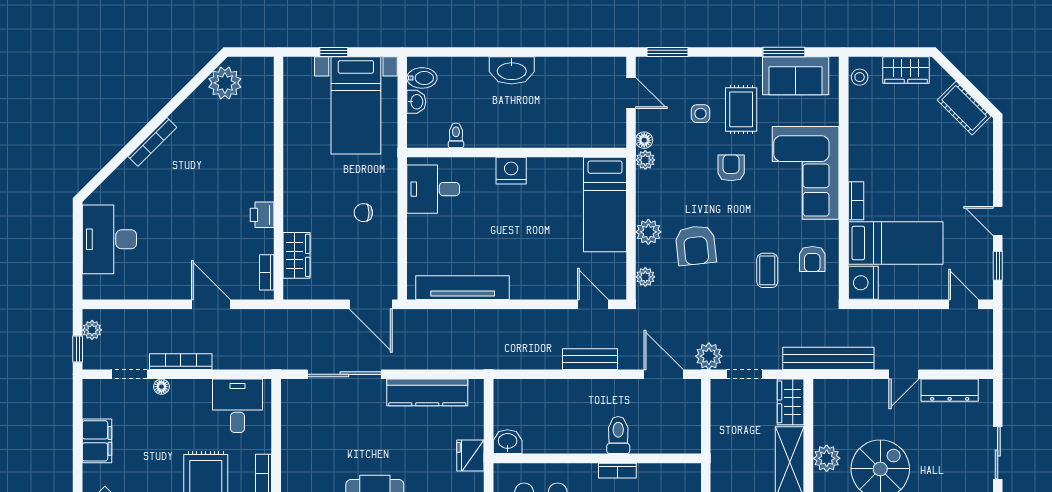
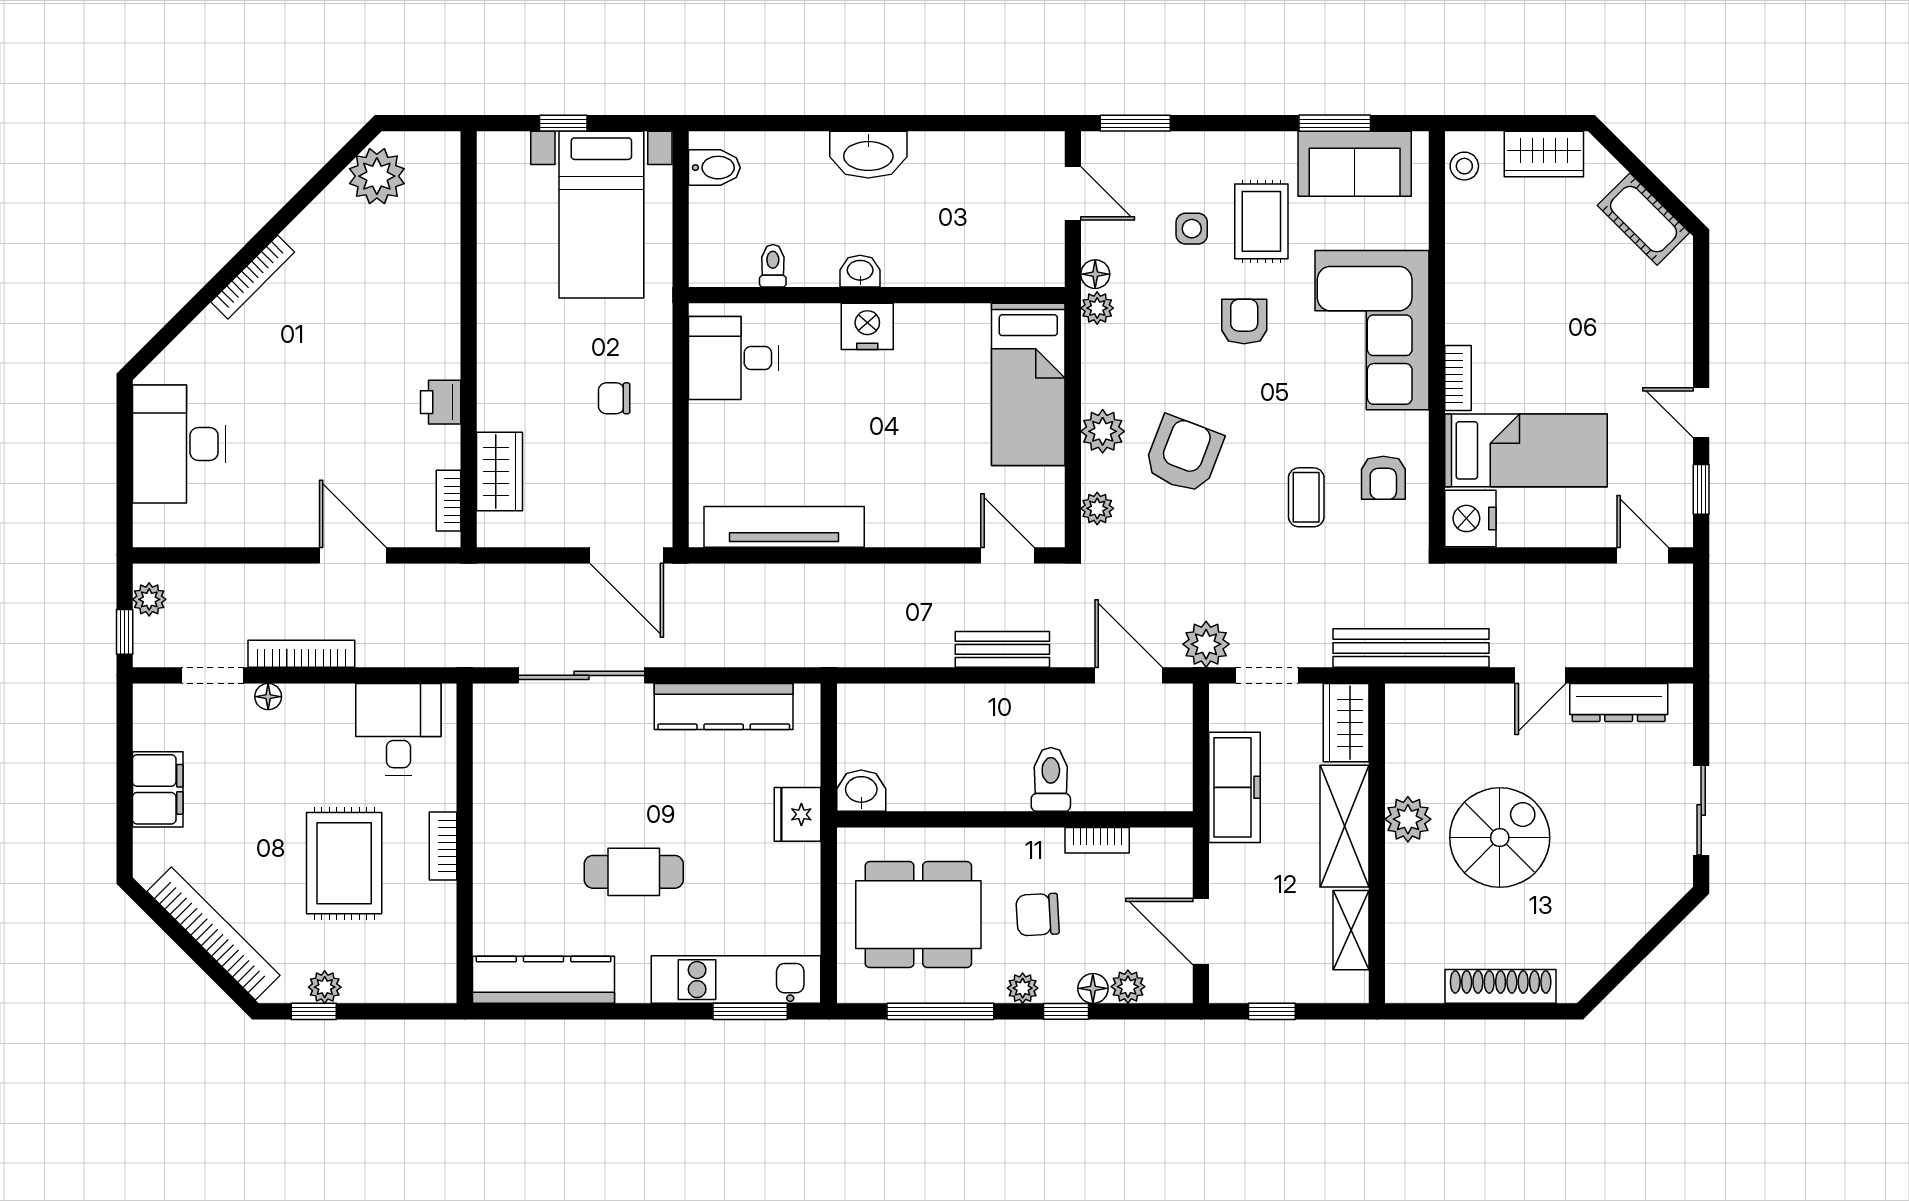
washbasin: (416, 102) -> (860, 271), moved, turned -90
armchair: (696, 245) -> (1184, 454), turned -153
freezer: (725, 440) -> (1235, 787), added
bookcase: (617, 471) -> (1097, 840), moved

